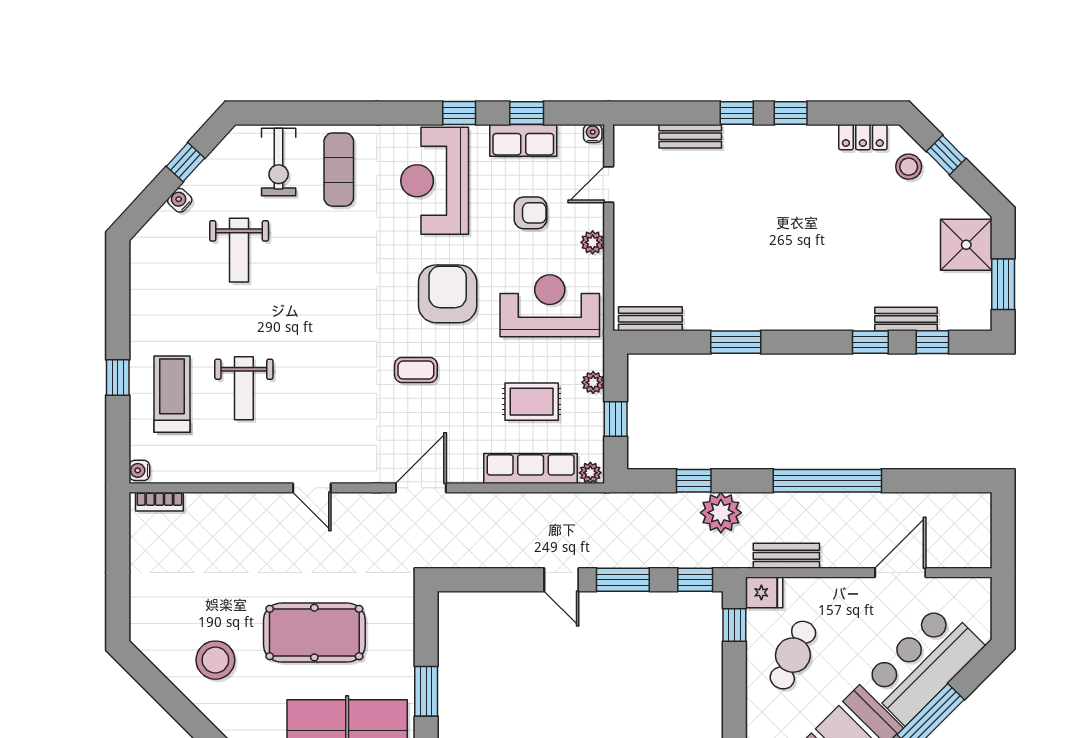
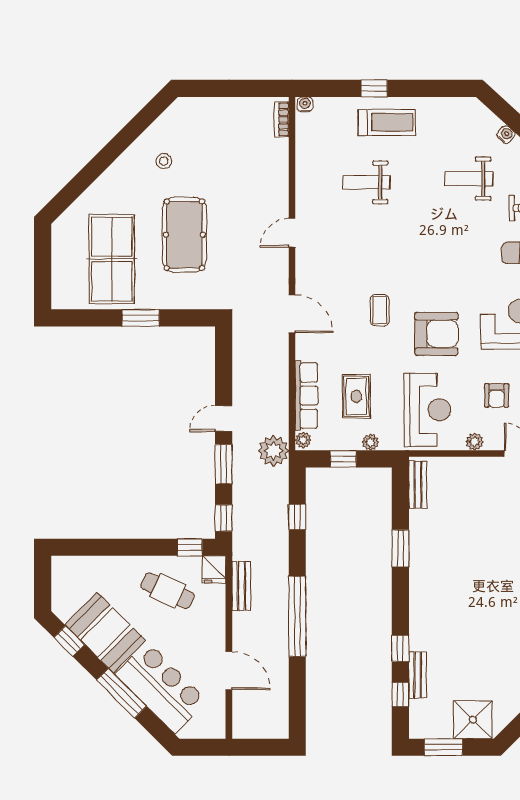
treadmill: (172, 394) -> (387, 122), moved
plant: (721, 513) -> (274, 451), moved
stool: (215, 660) -> (164, 161), width x0.53, depth x0.53

